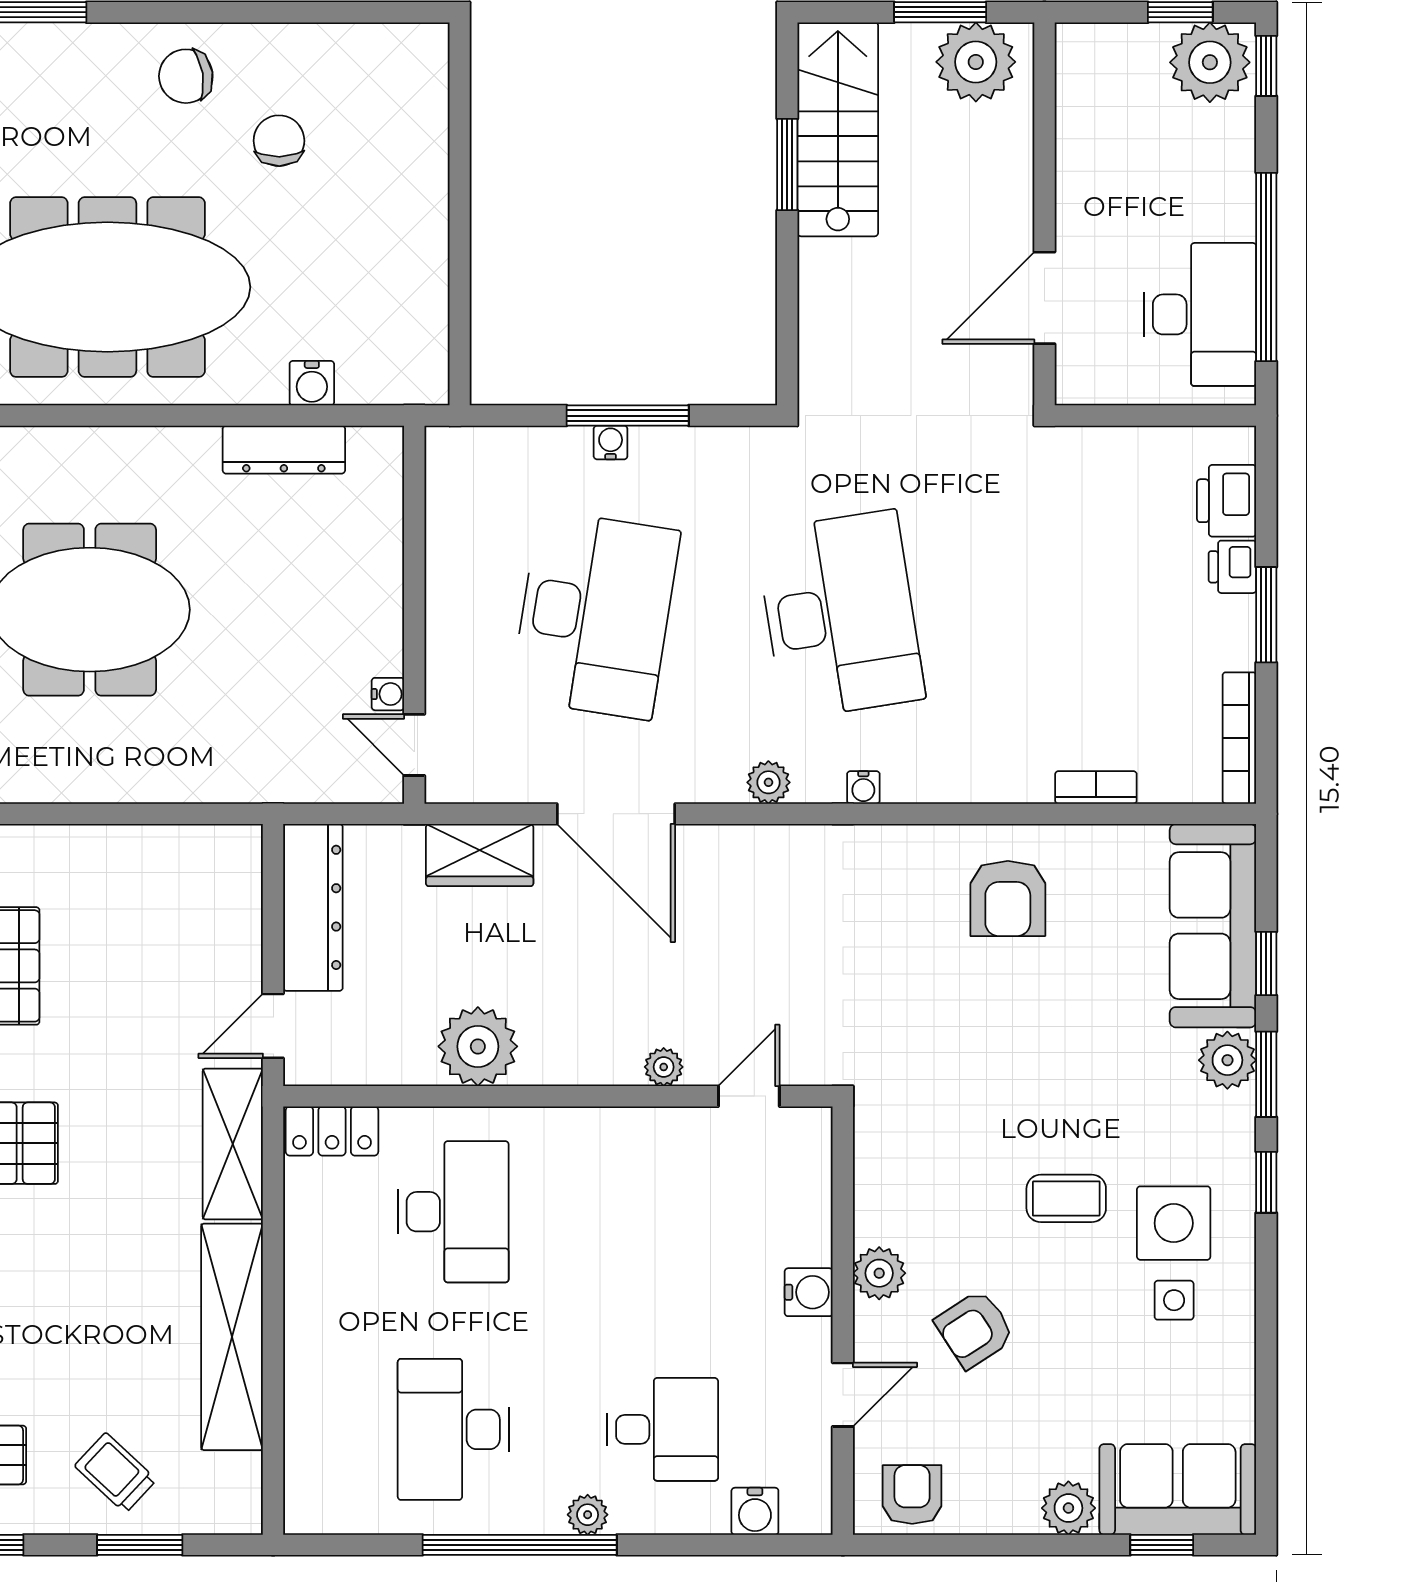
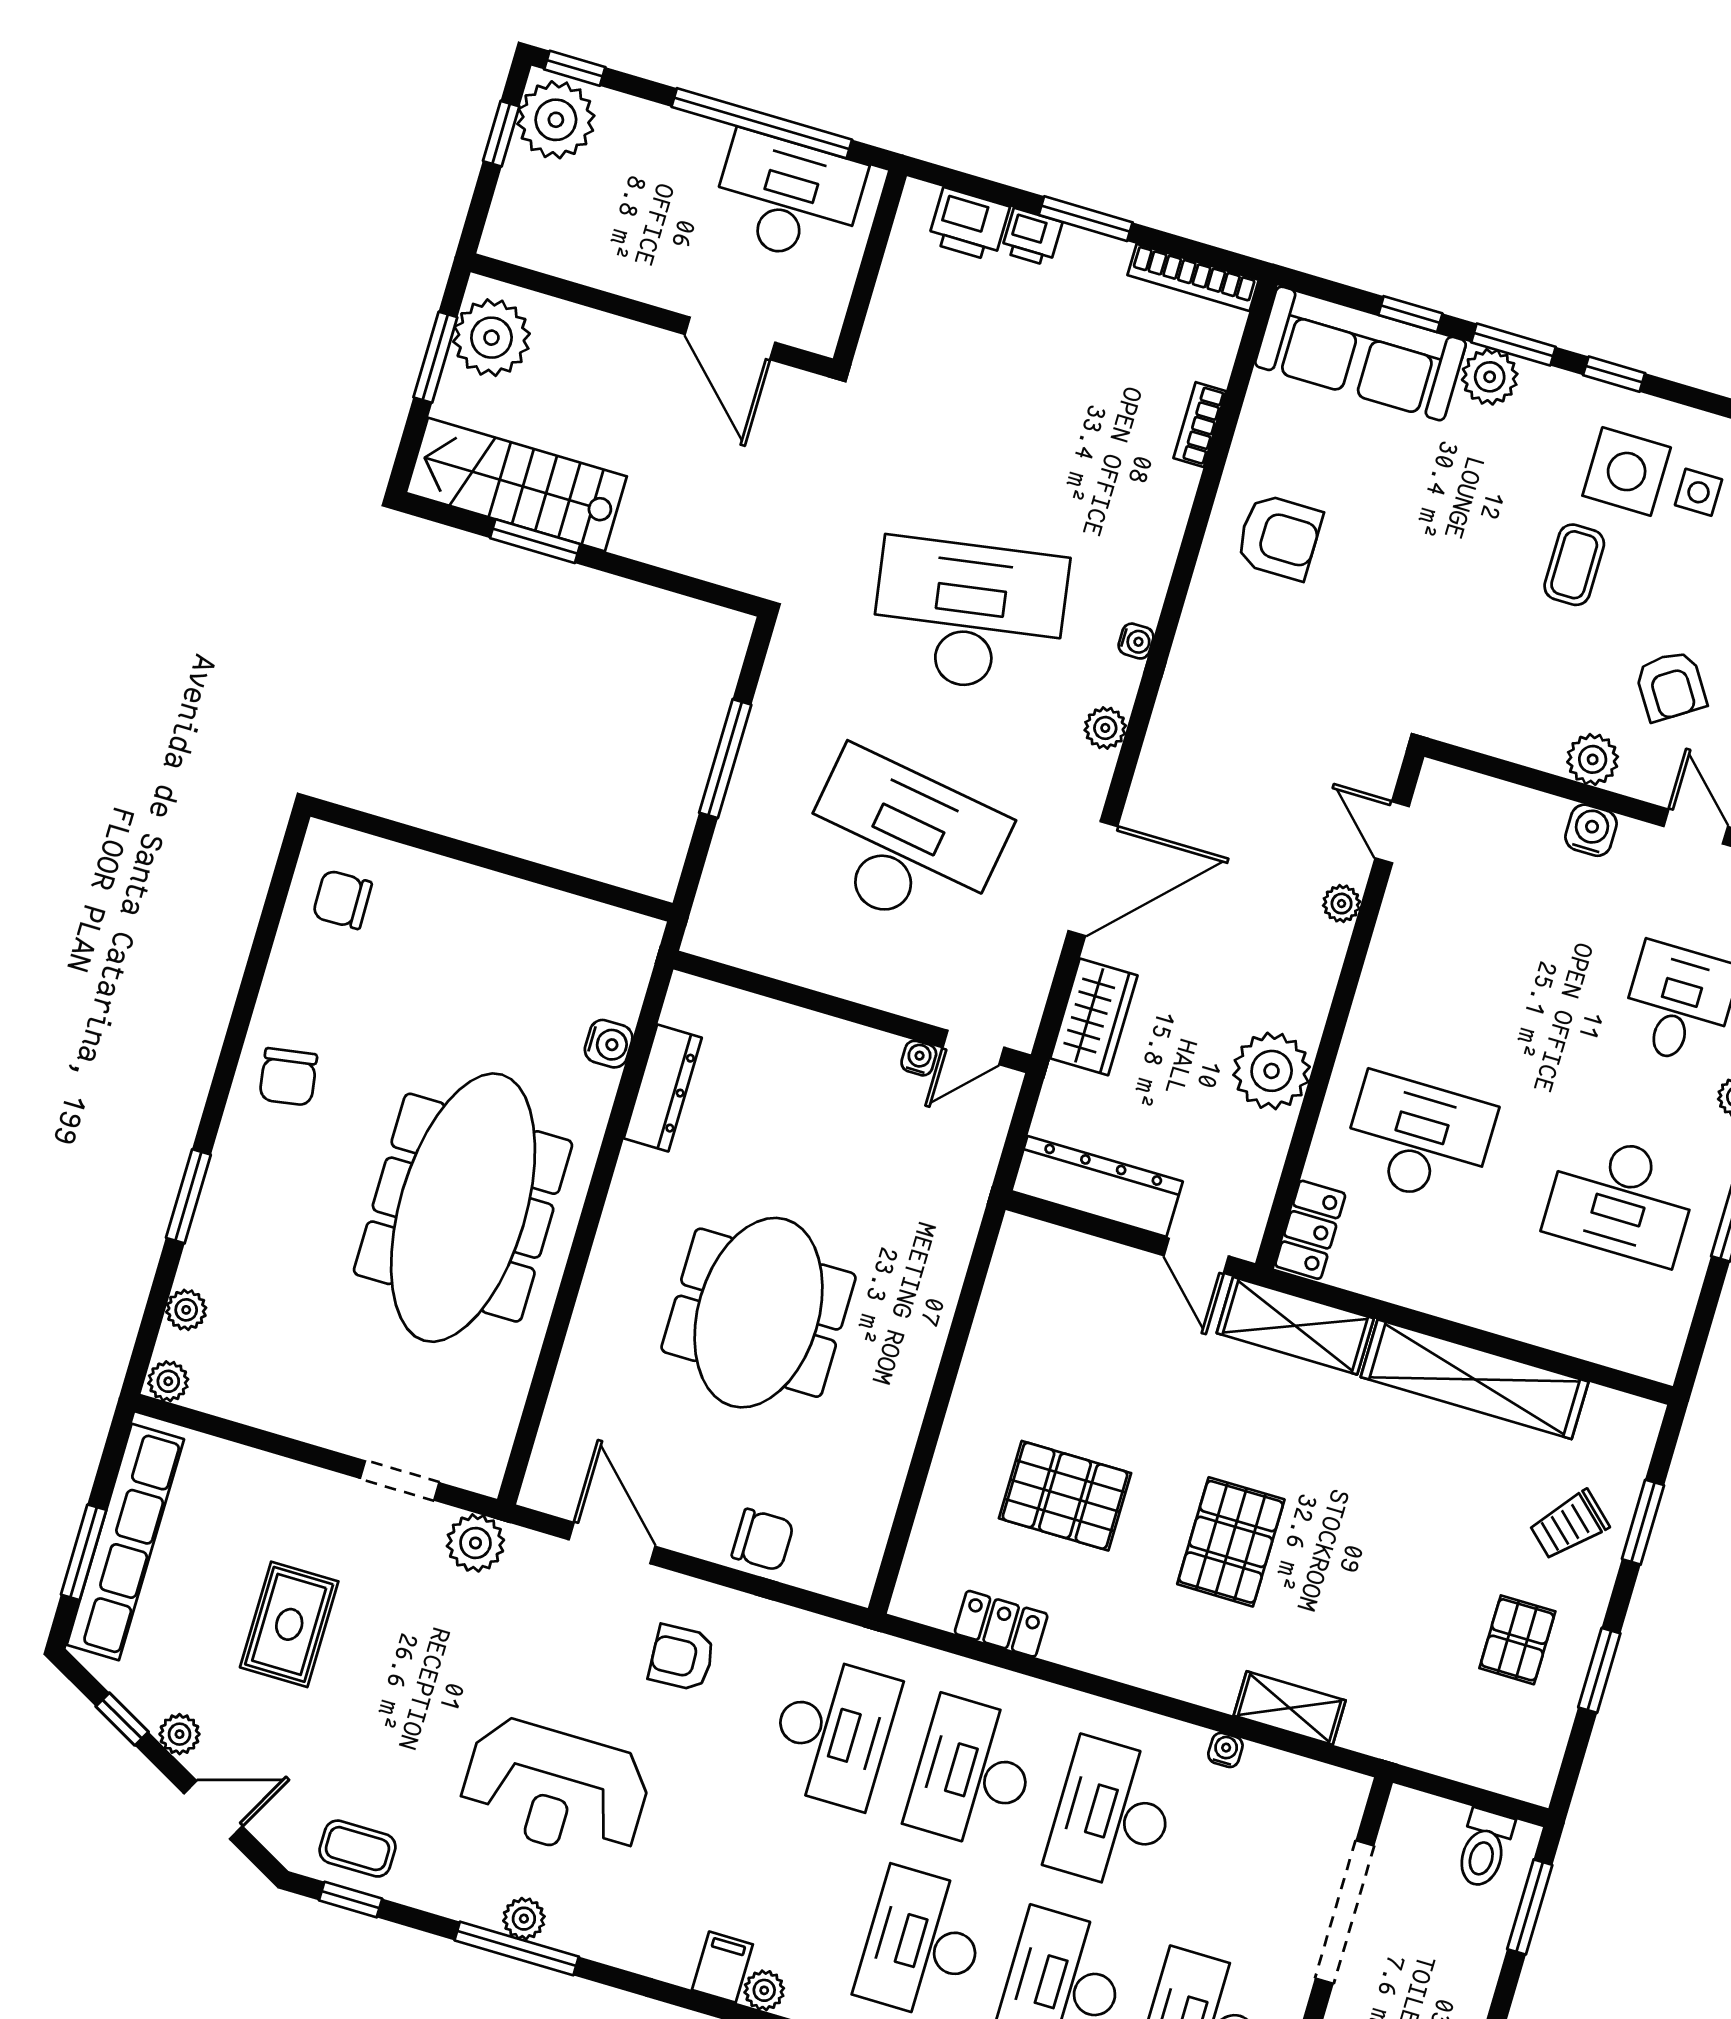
chair: (279, 141) -> (342, 900), moved
water cooler: (611, 442) -> (746, 782), removed

